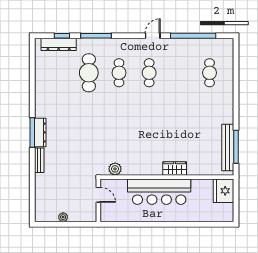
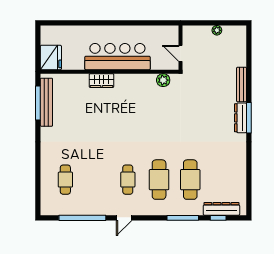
cafe table: (119, 73) -> (159, 180), width x1.37, depth x1.35
bench: (39, 160) -> (242, 85), width x1.36

